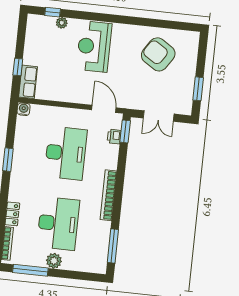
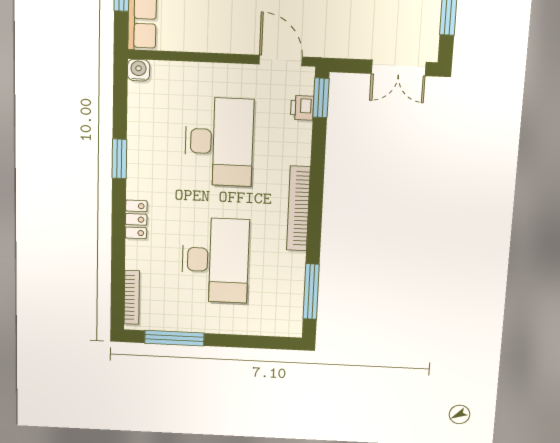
double door: (159, 116) -> (399, 68), moved
locker: (12, 214) -> (136, 219), moved
plant: (54, 261) -> (213, 321), removed

